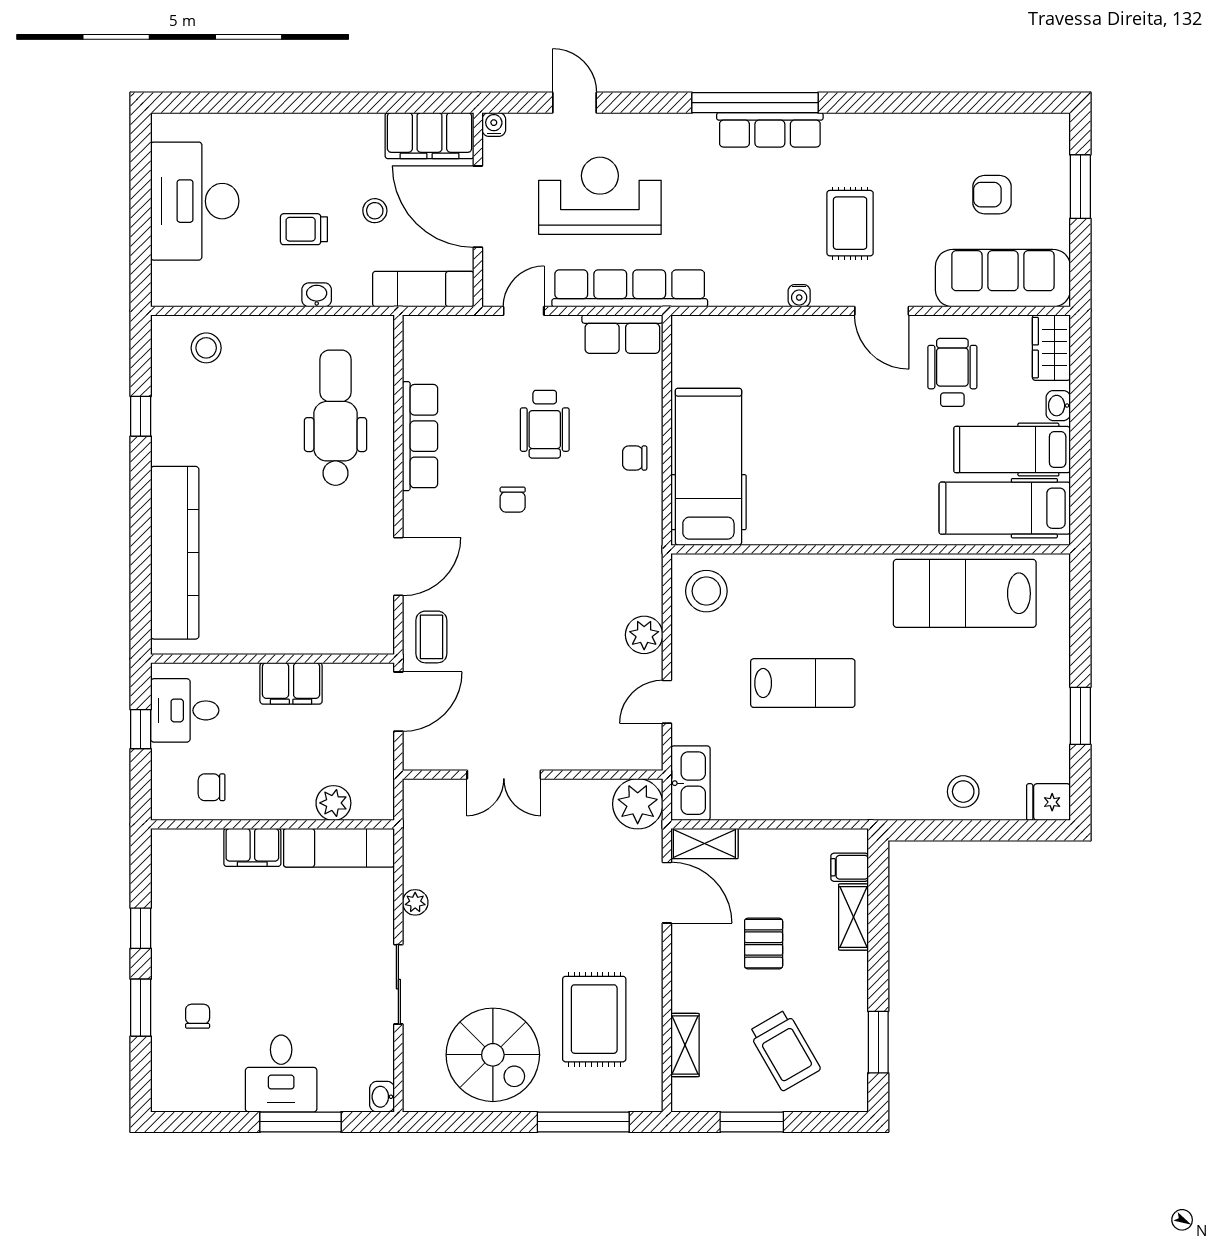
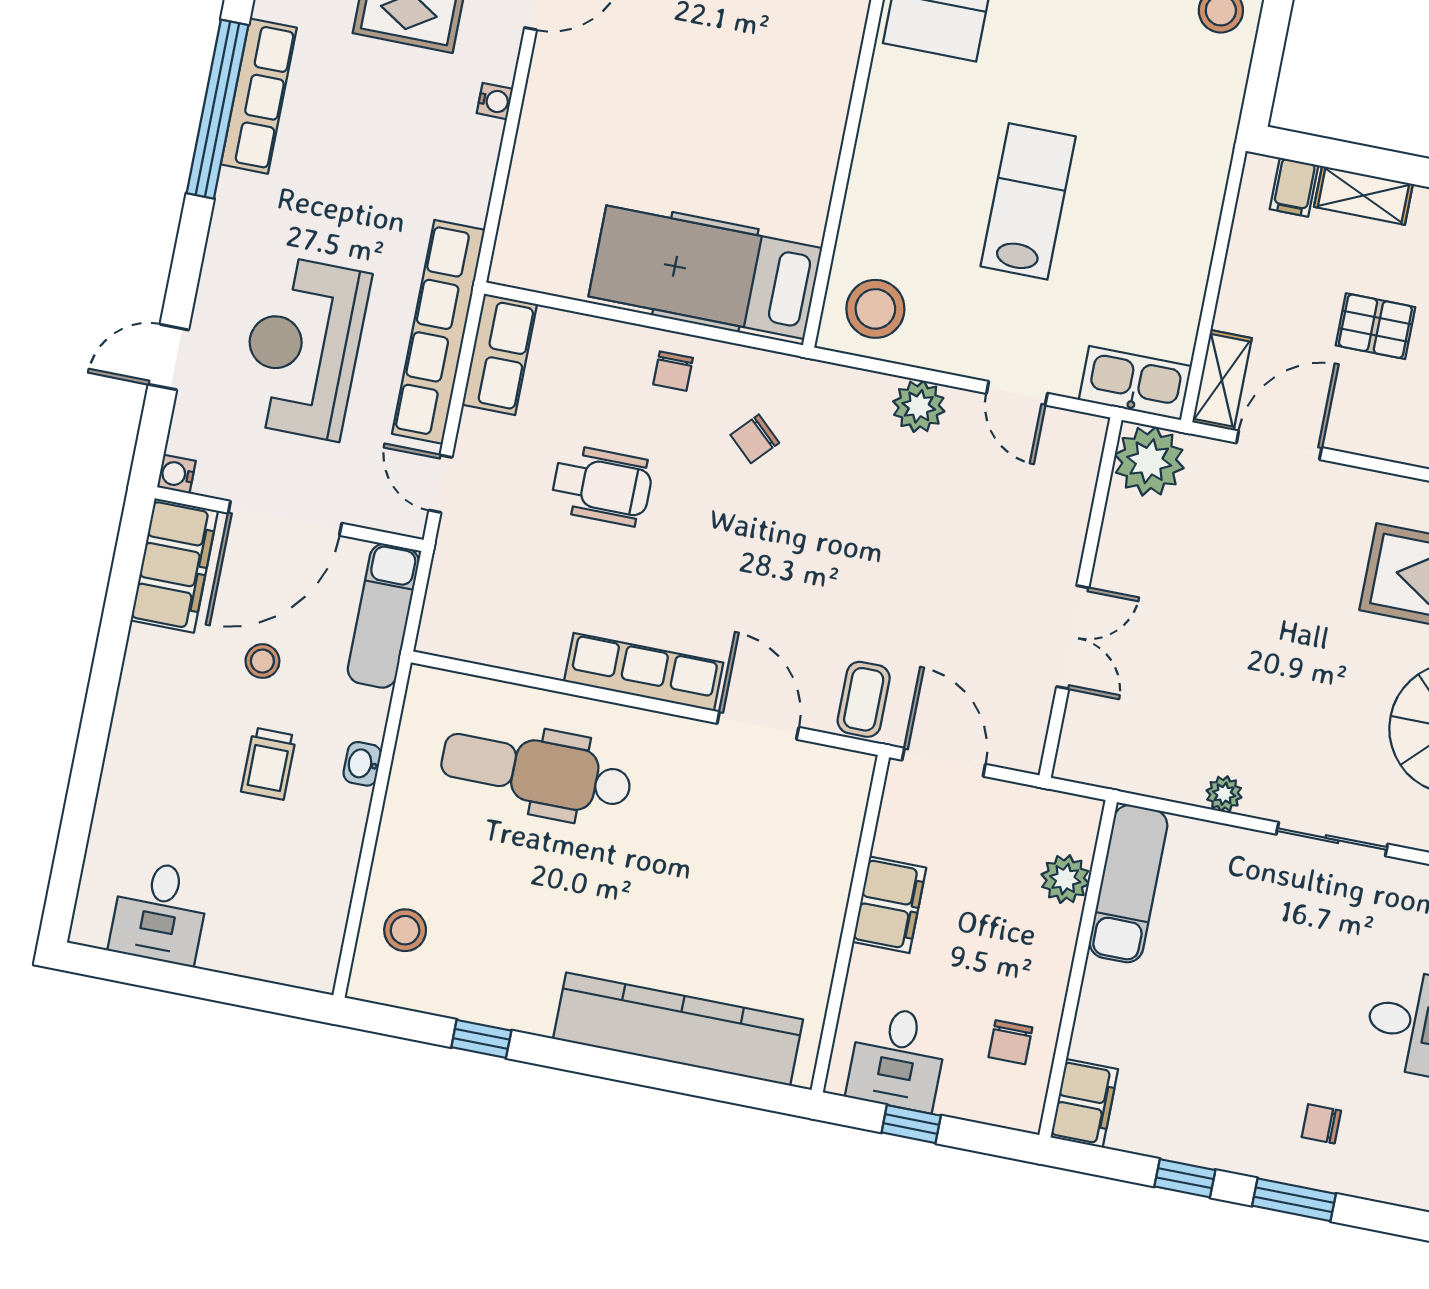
desk: (195, 201) -> (160, 912), width x0.53, depth x0.77
row of seats: (420, 436) -> (644, 672), moved
chair: (513, 500) -> (755, 439), moved, turned 133
coffee table: (431, 637) -> (864, 699), turned 90
filing cabinet: (252, 847) -> (1084, 1103), moved

